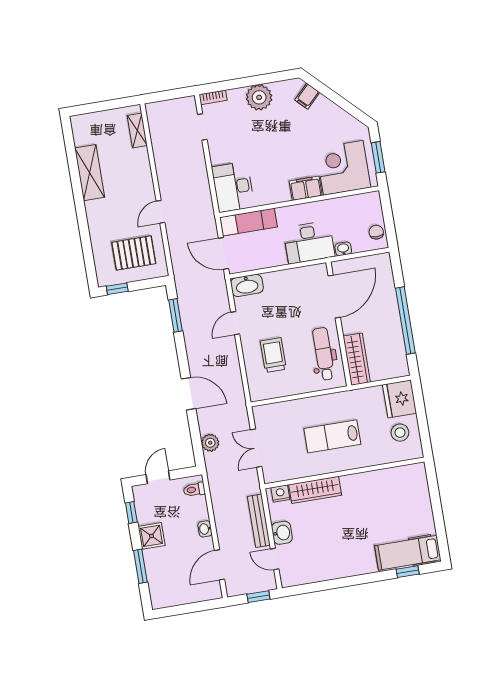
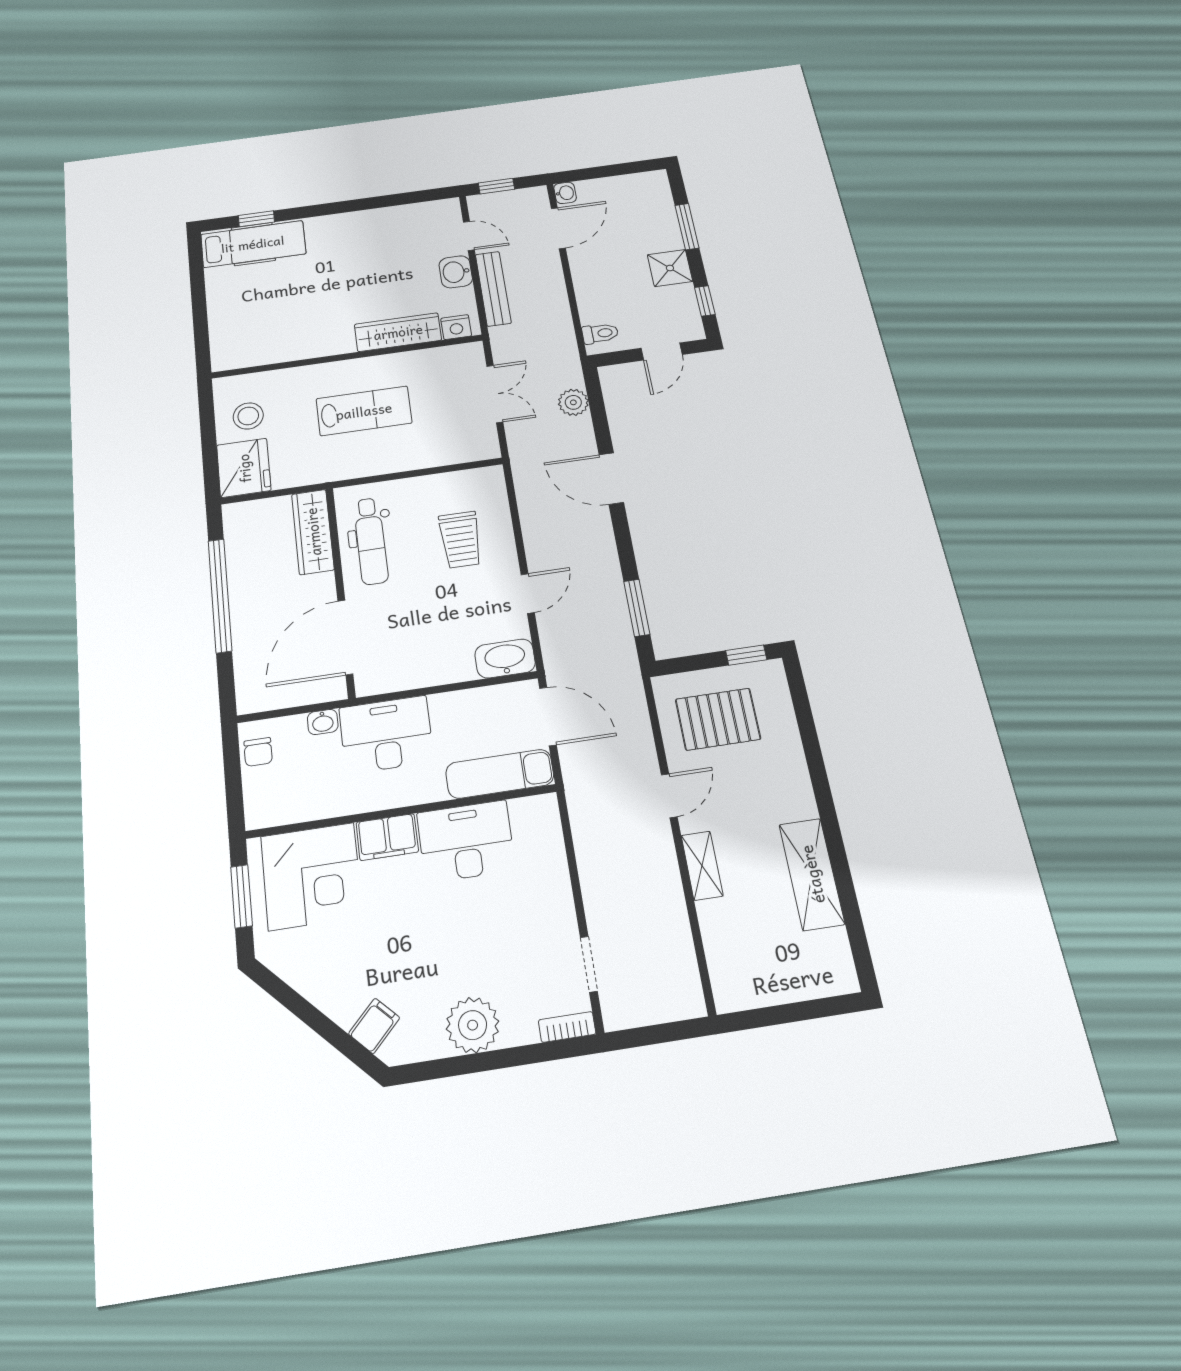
shelving: (137, 131) -> (702, 866), moved
desk: (233, 187) -> (466, 841), moved, turned -90
washbasin: (205, 529) -> (565, 193), moved

